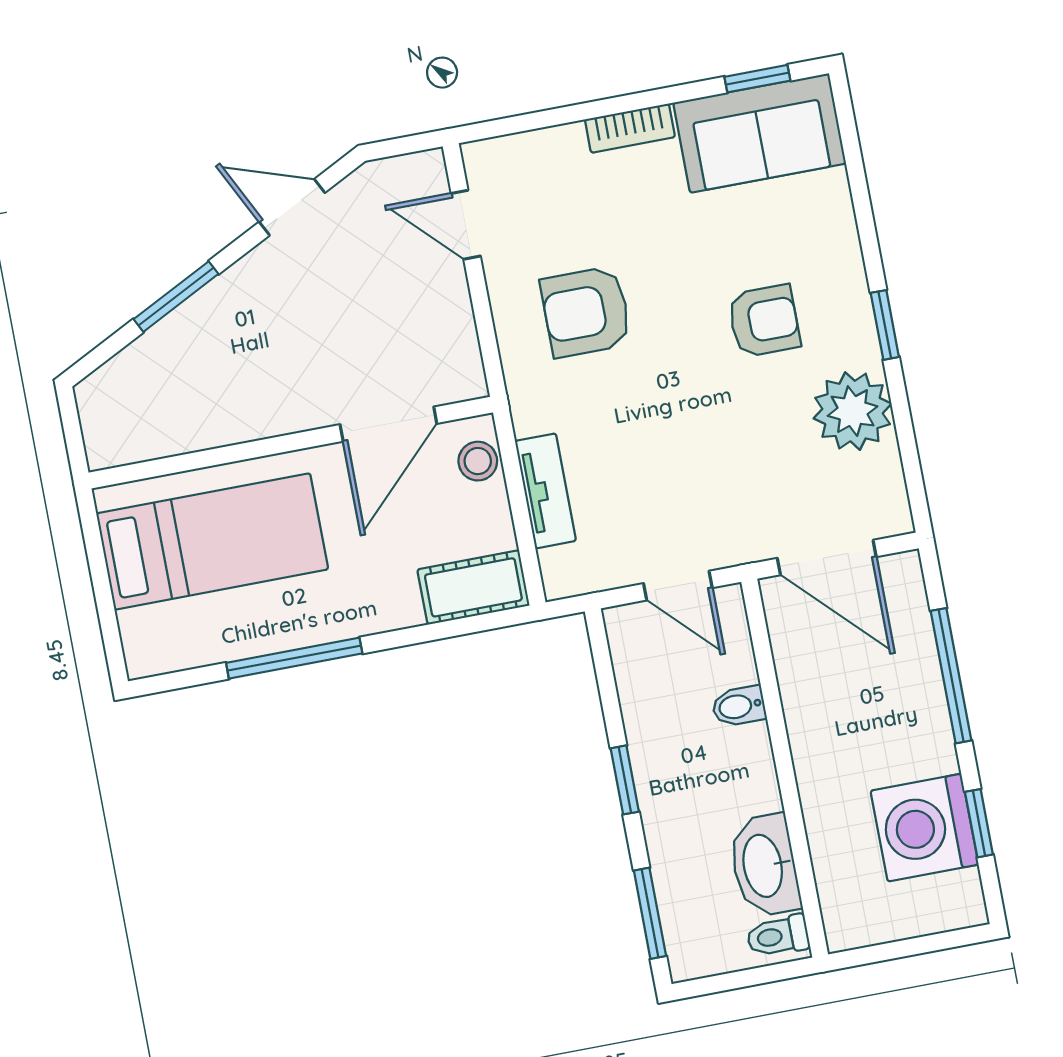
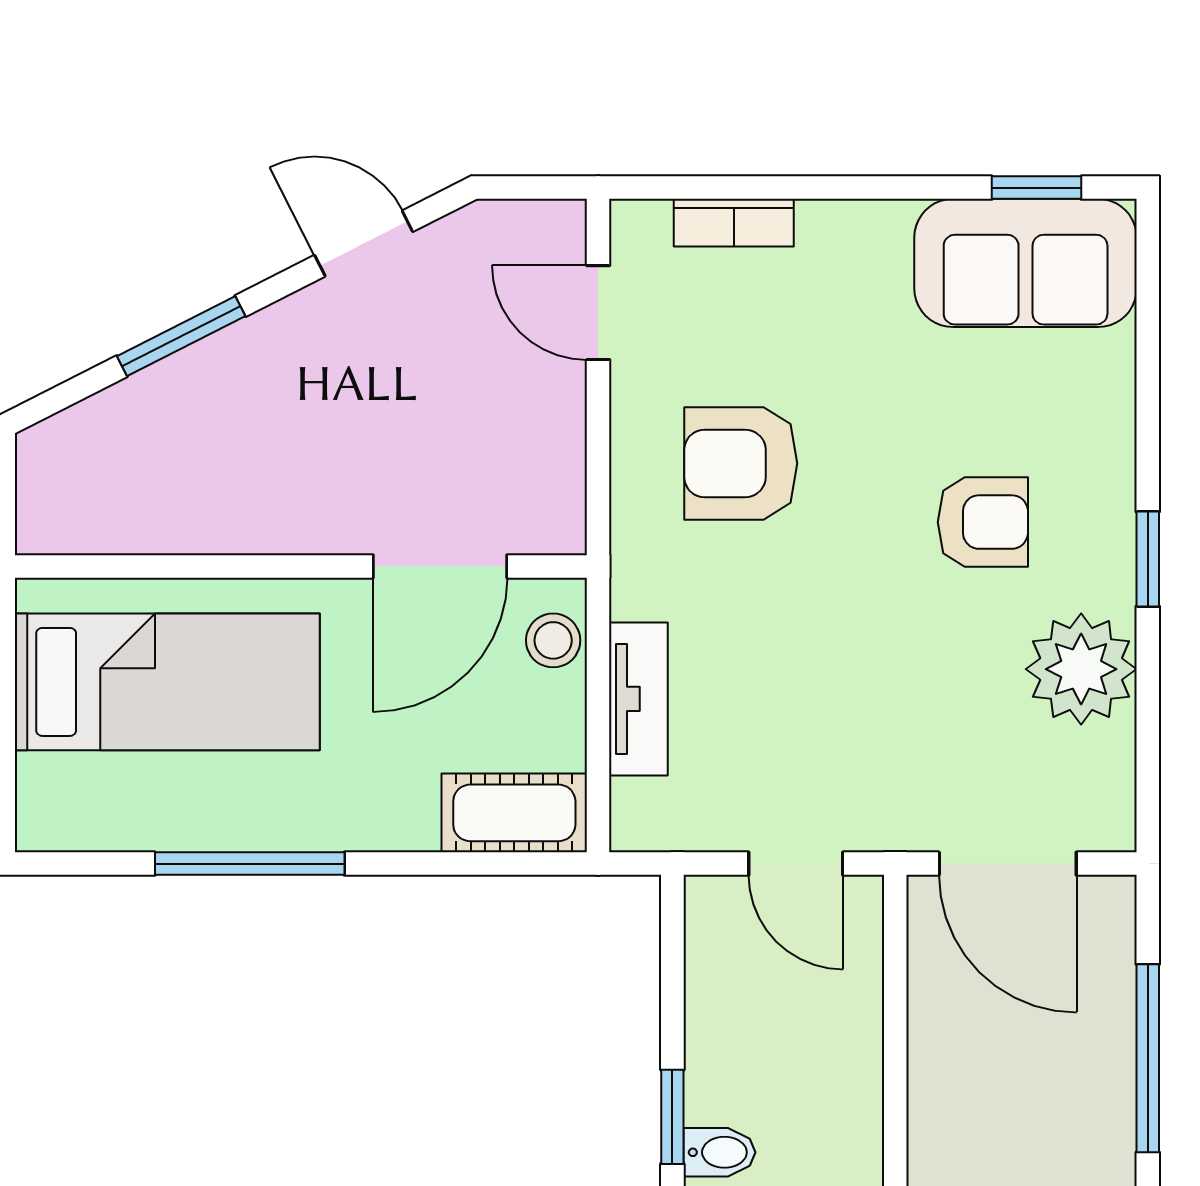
bookcase: (630, 128) -> (734, 223), moved
bidet: (739, 706) -> (719, 1152), moved, turned 180

